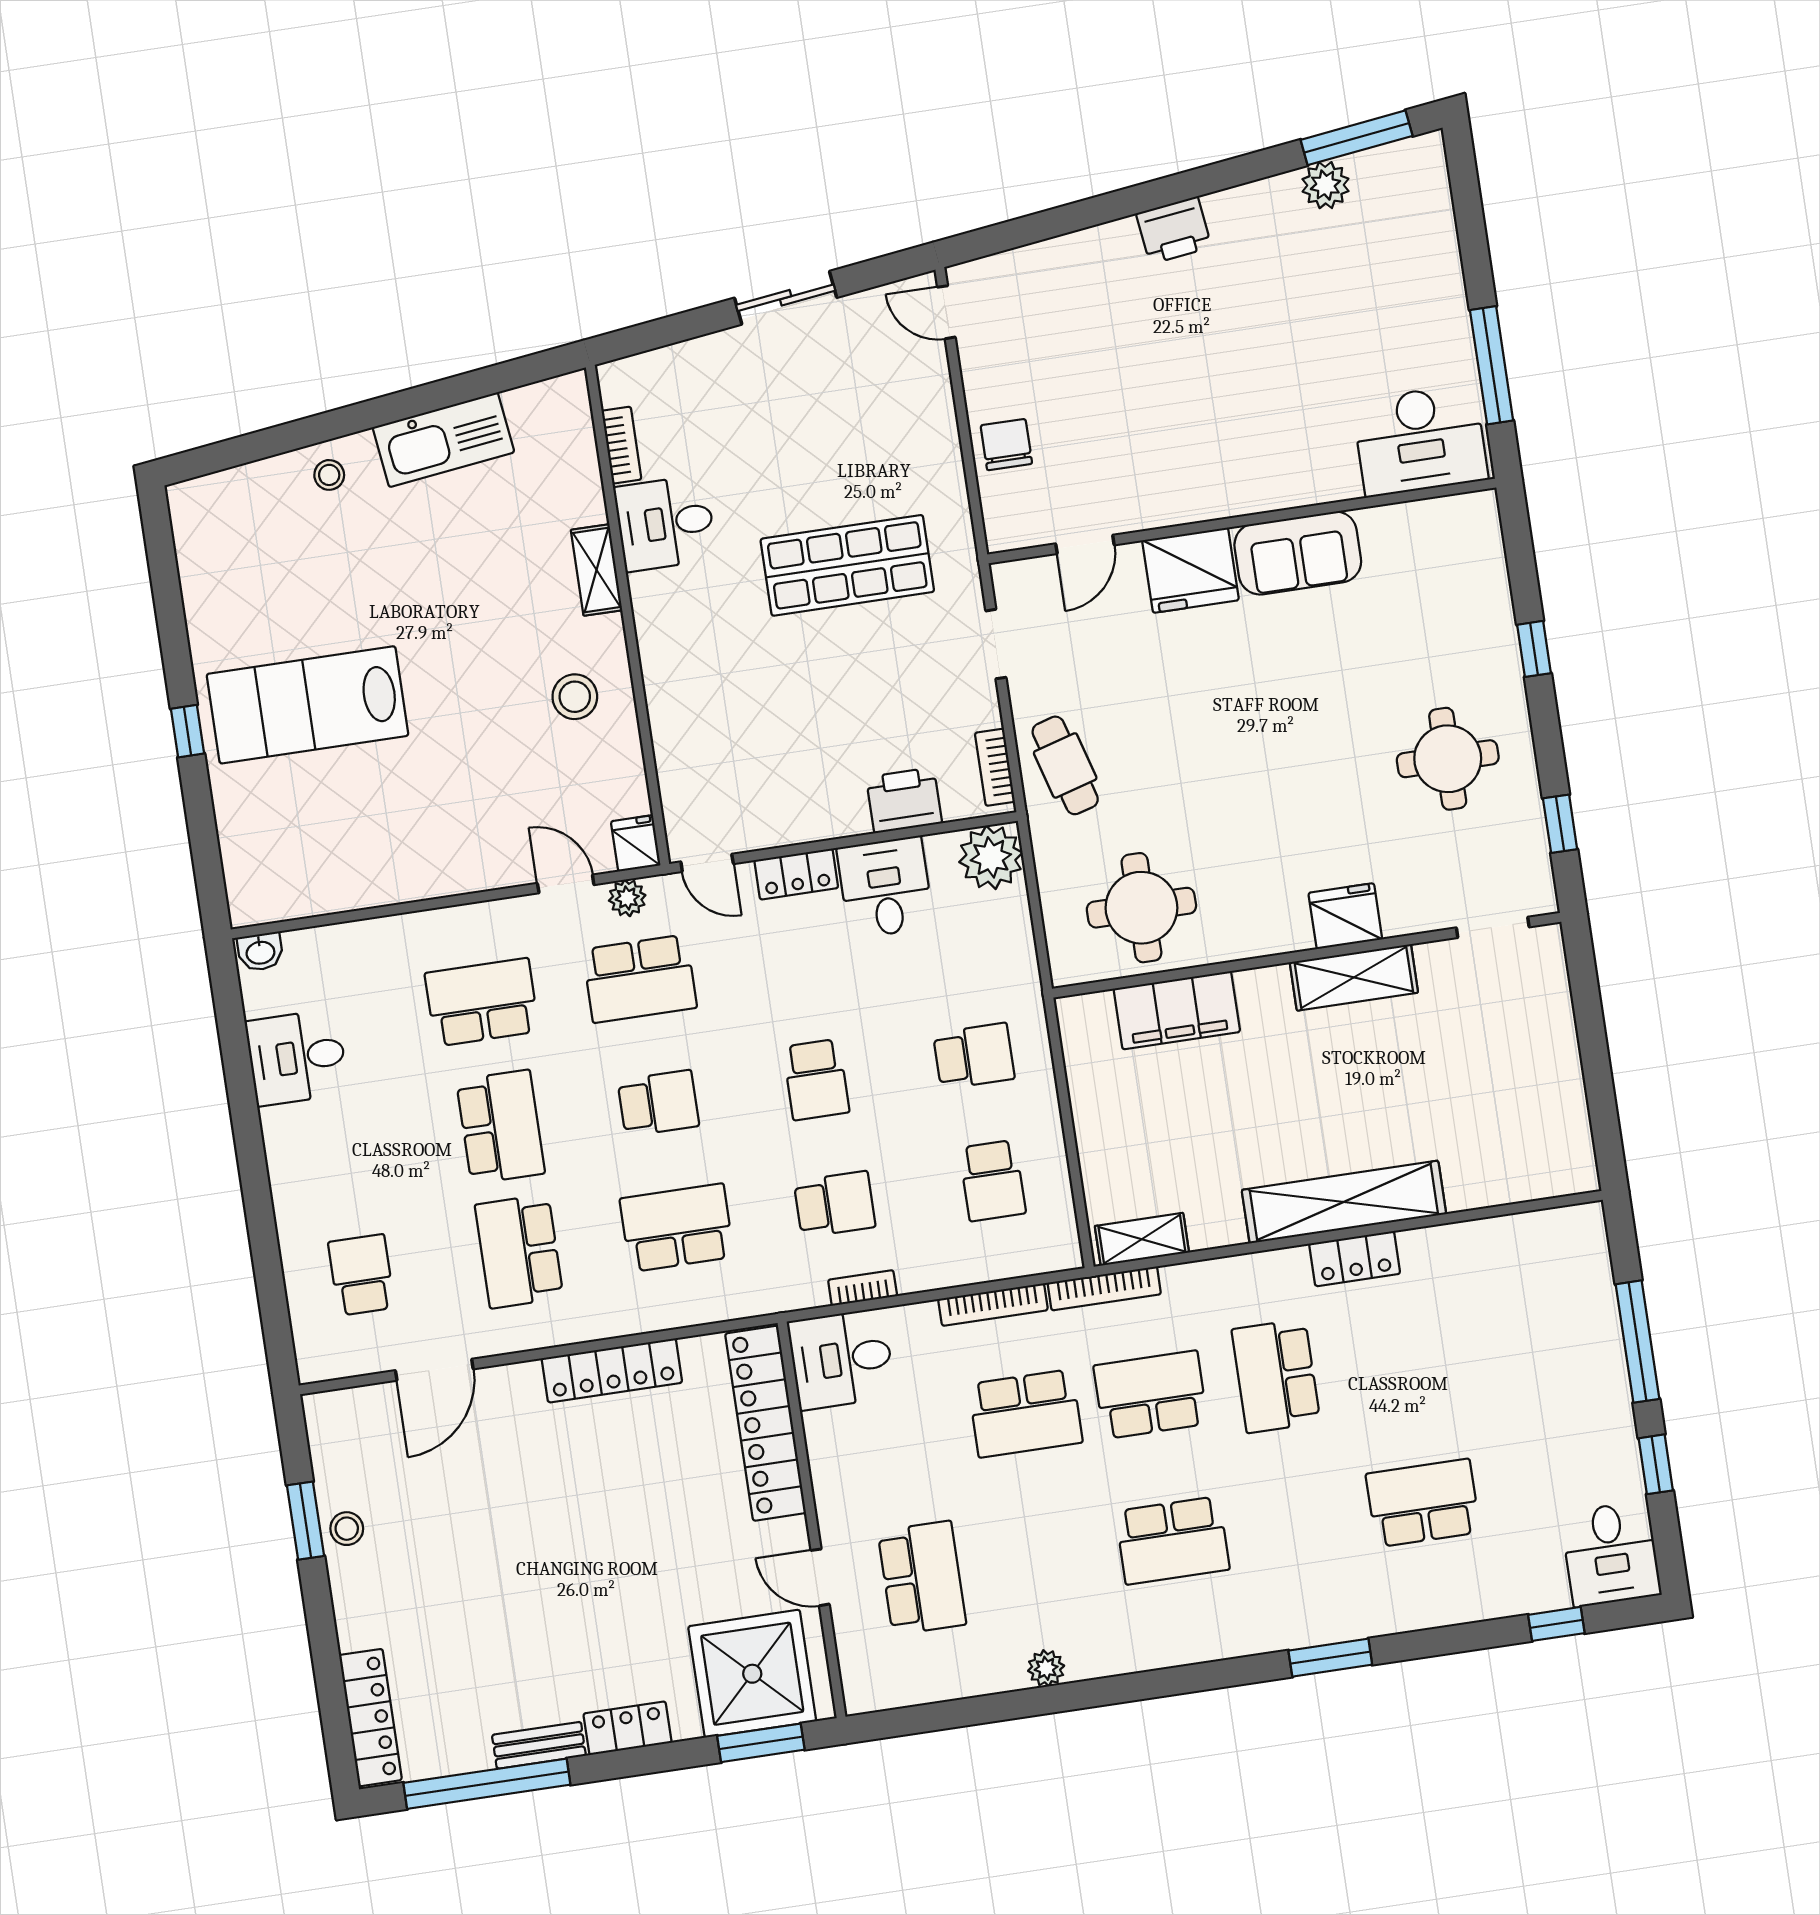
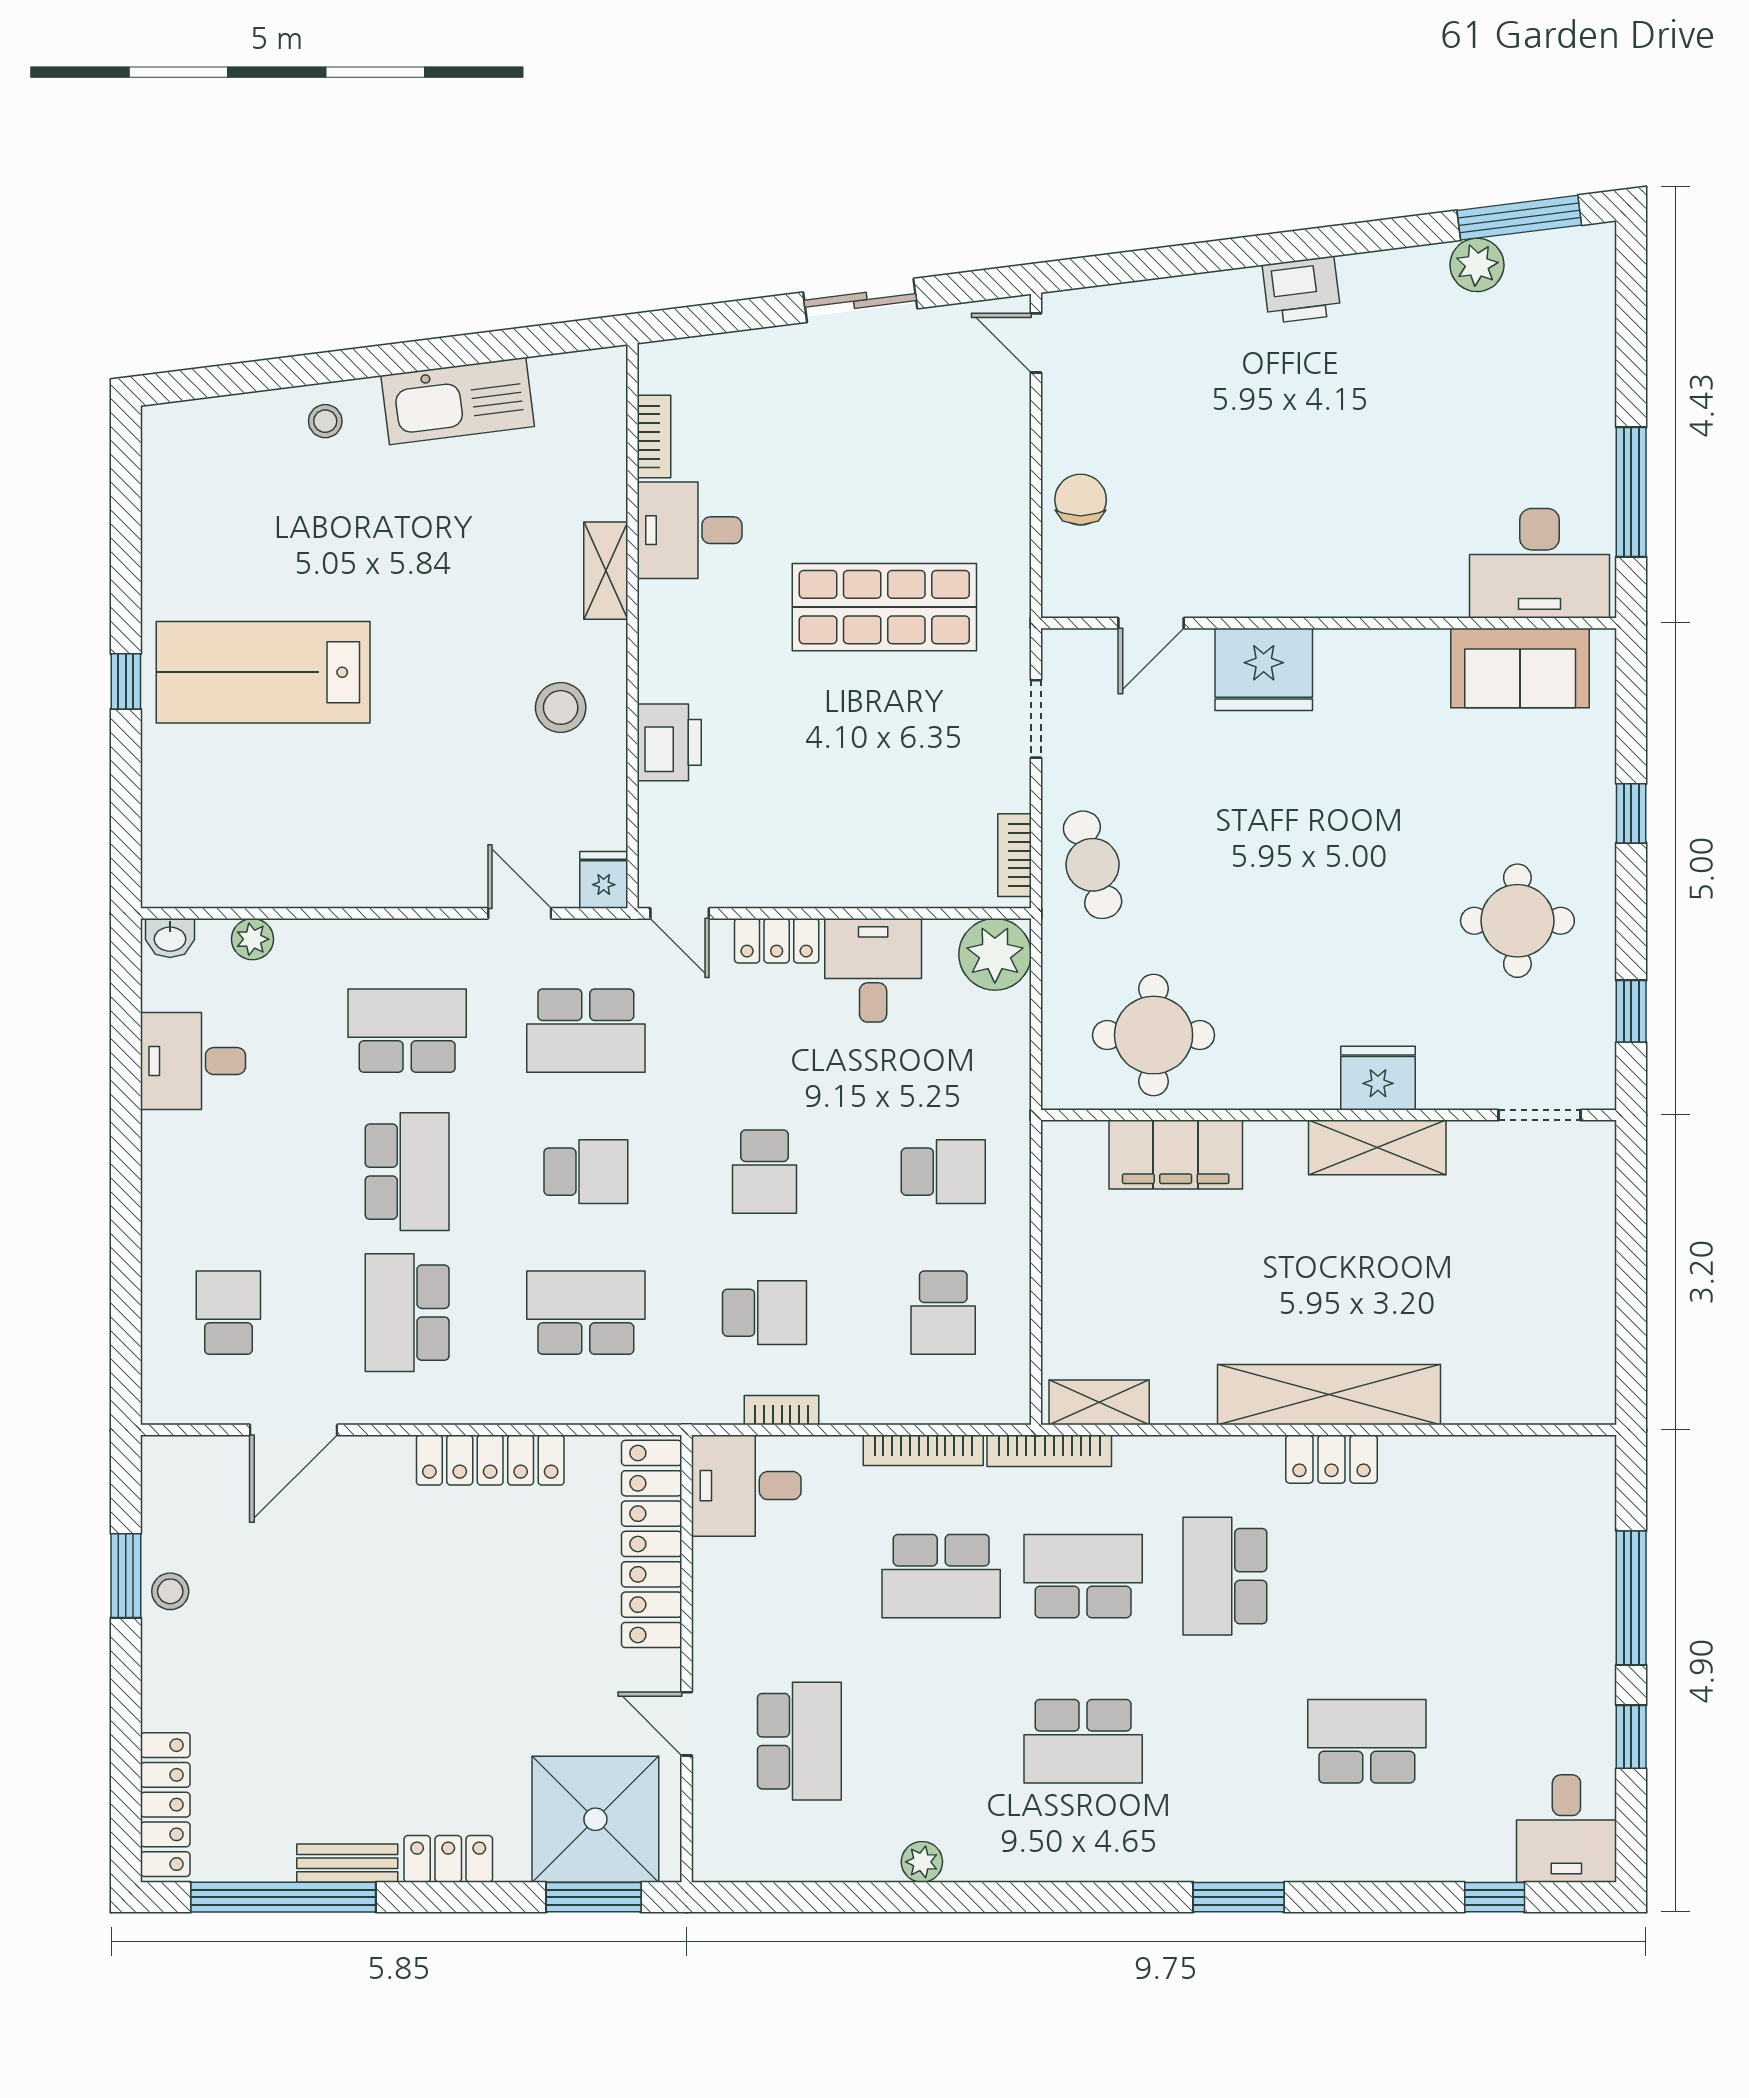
sofa: (1298, 553) -> (1520, 668), moved
printer: (904, 800) -> (669, 742), moved, turned 90
plant: (627, 898) -> (252, 939), moved

